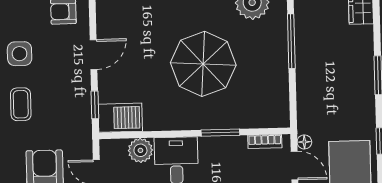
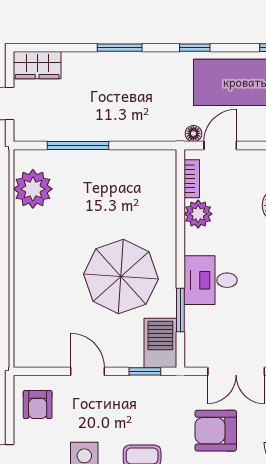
parasol: (203, 64) -> (121, 277), moved
window: (220, 133) -> (180, 310), moved
plant: (140, 150) -> (198, 214), moved

